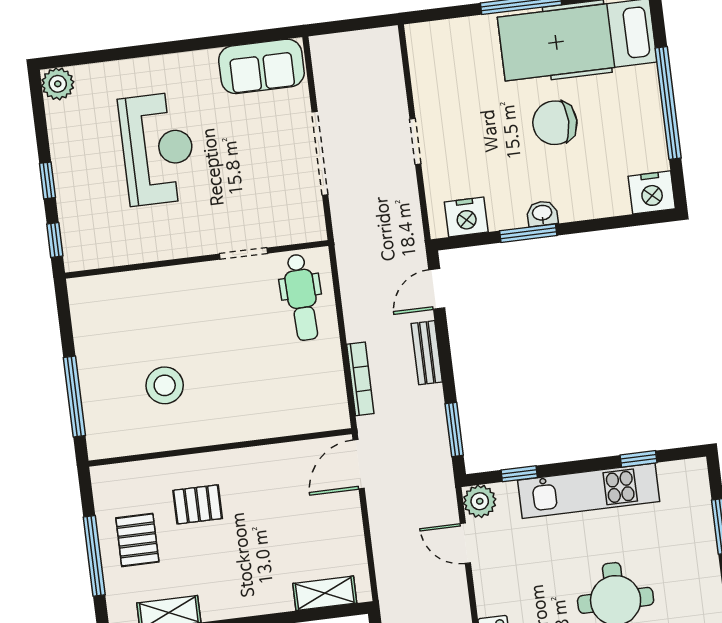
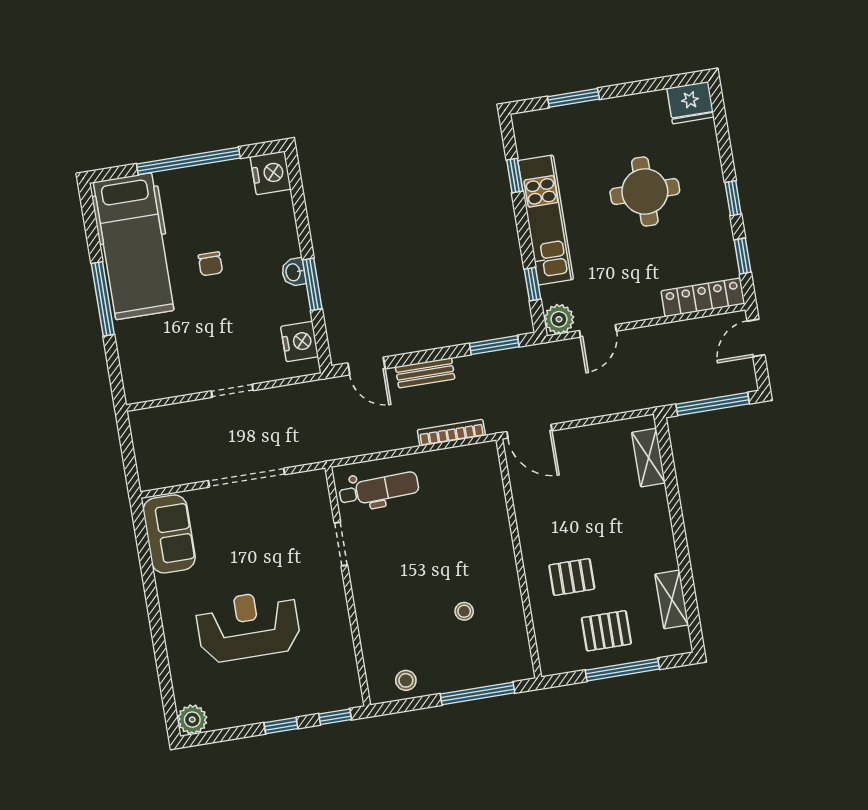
chair: (555, 123) -> (210, 264), width x0.54, depth x0.54
stool: (92, 319) -> (406, 680), added
stool: (165, 385) -> (464, 611), width x0.53, depth x0.53
pallet: (198, 504) -> (572, 577), turned 90

